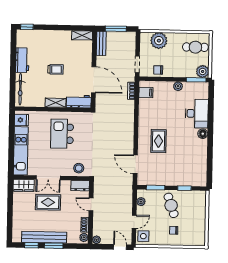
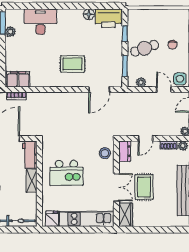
plant: (178, 86) -> (10, 32), moved
filing cabinet: (146, 92) -> (18, 79), width x2.00
floor lamp: (203, 134) -> (89, 14), moved
printer: (198, 174) -> (108, 18), added

